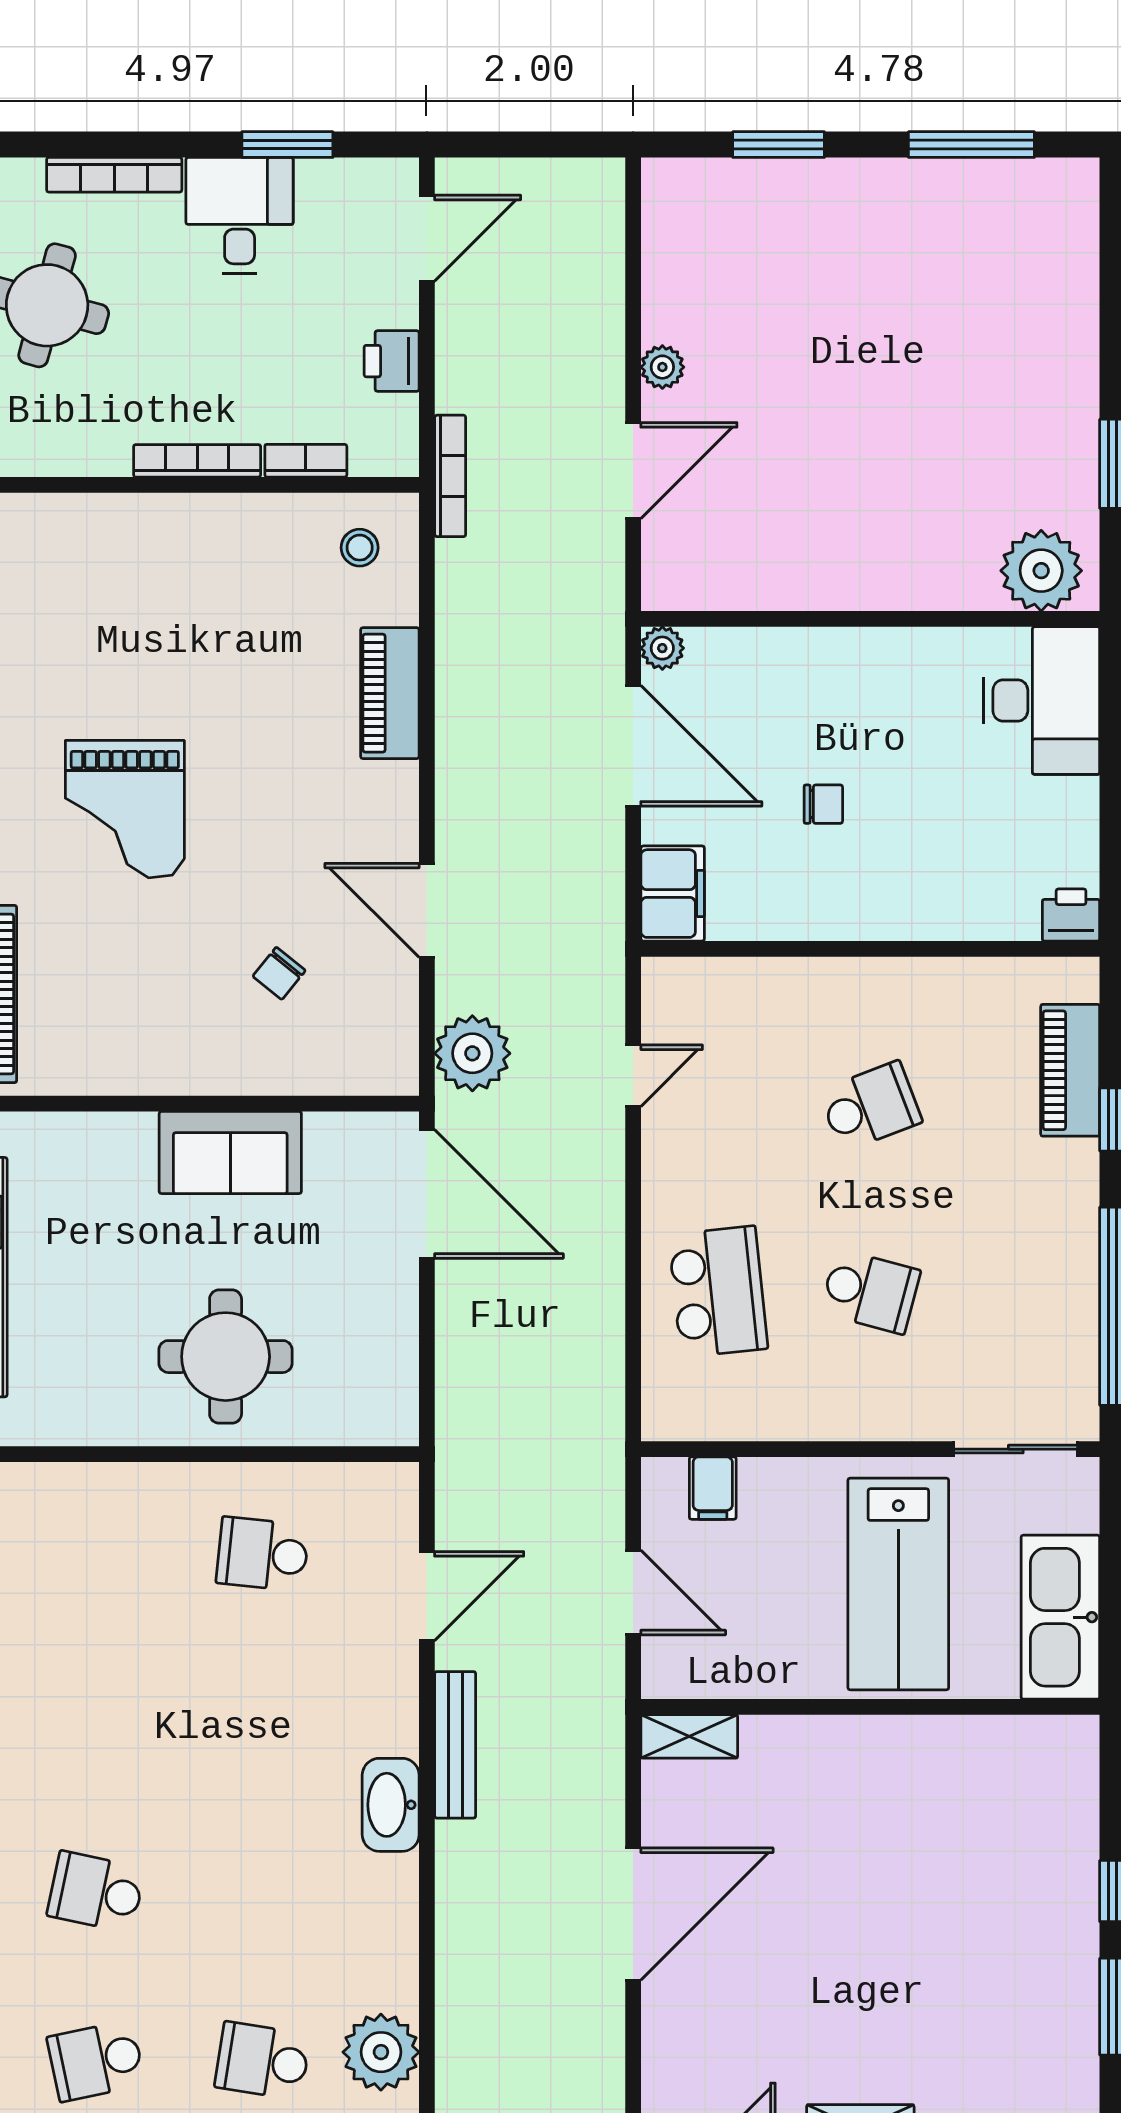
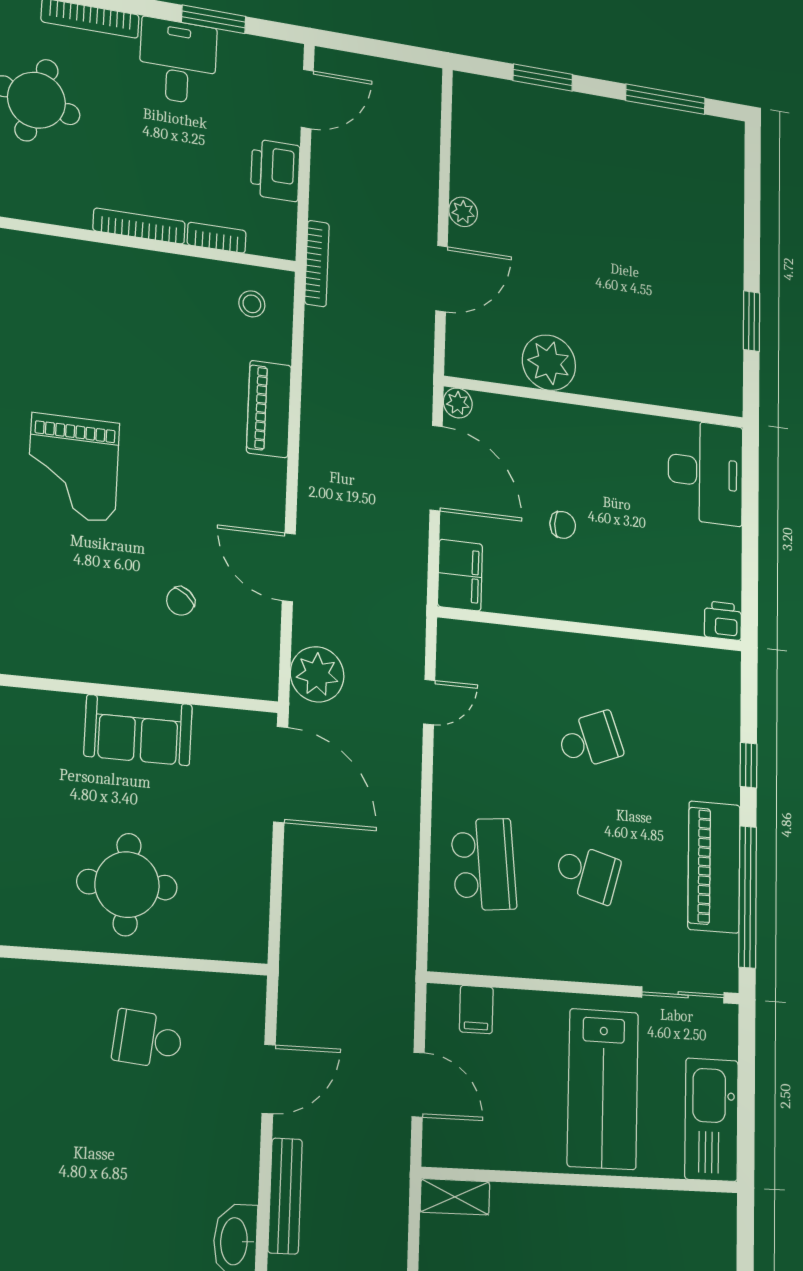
printer: (392, 361) -> (275, 170), width x1.36, depth x1.24
plant: (1041, 571) -> (549, 363), moved
piano: (1070, 1070) -> (714, 867), moved, width x1.37, depth x1.33

